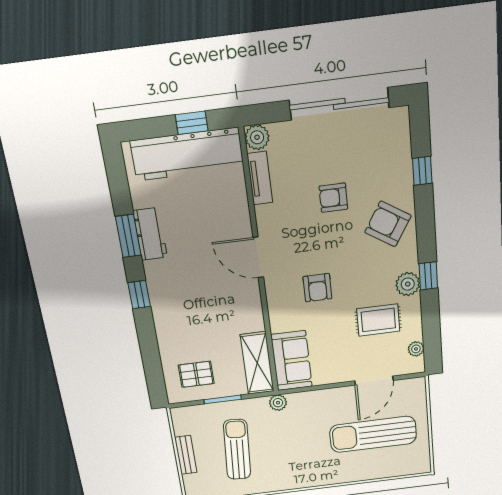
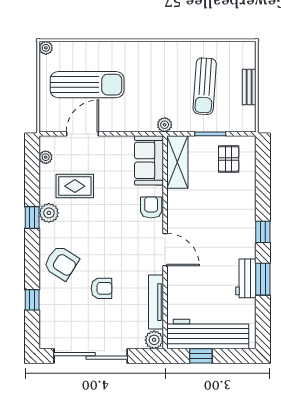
tv unit: (260, 178) -> (156, 302), width x1.41
armchair: (317, 288) -> (151, 207), moved
pallet: (196, 374) -> (229, 159), turned 90
plant: (423, 467) -> (46, 48), added

